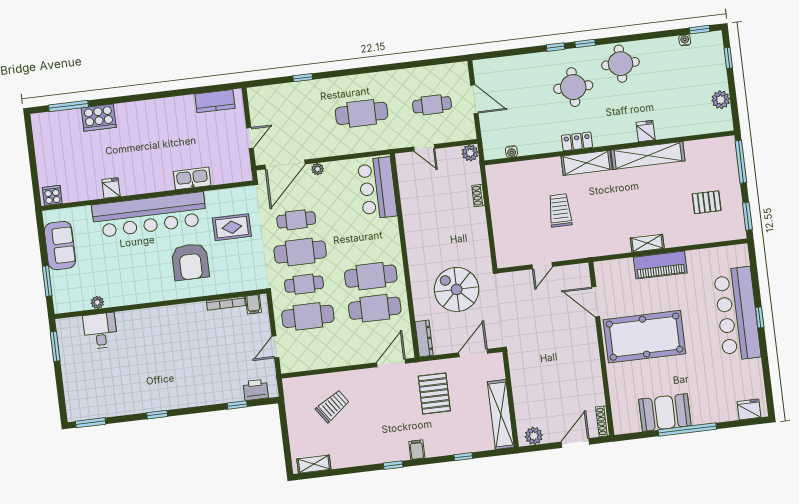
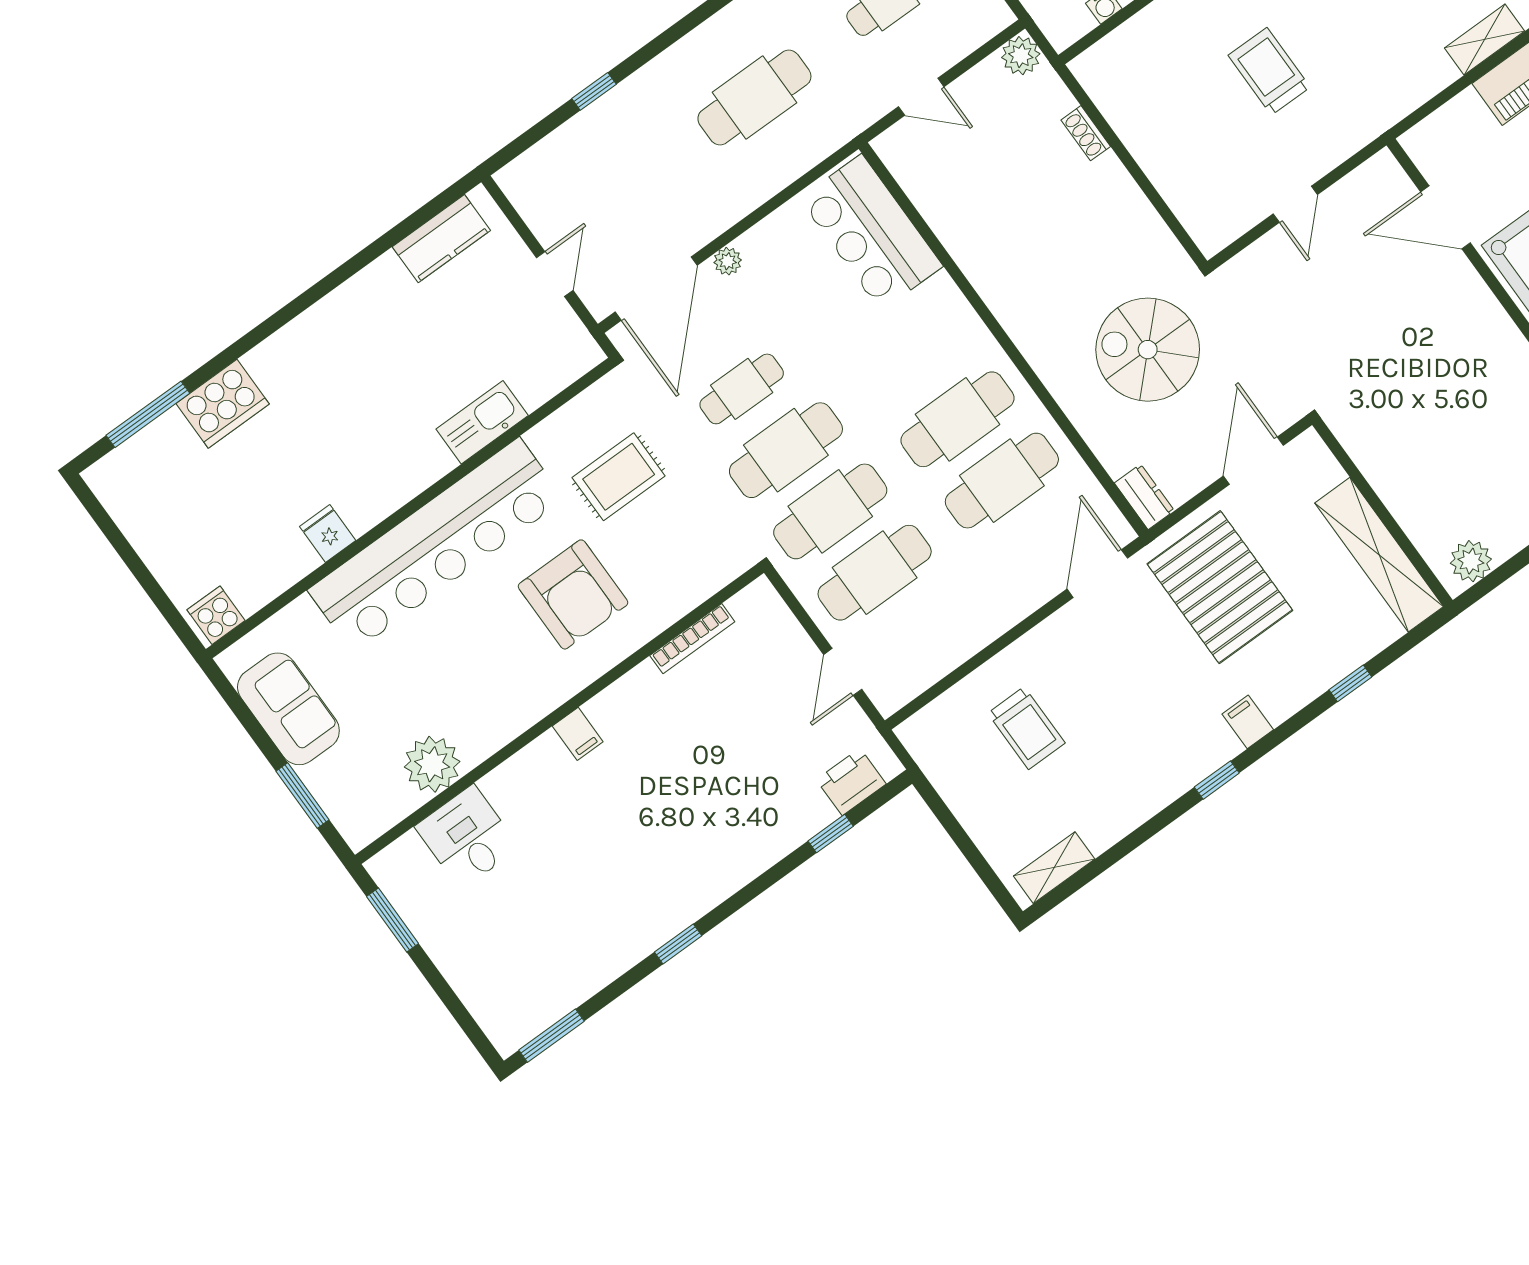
cafe table: (304, 284) -> (830, 511), width x1.37, depth x1.35
plant: (97, 302) -> (432, 764), width x1.88, depth x1.88
filing cabinet: (253, 304) -> (578, 734), moved
dresser: (424, 339) -> (1144, 497), width x0.70
pallet: (434, 393) -> (1220, 587), width x1.37, depth x1.41
trolley: (332, 406) -> (1026, 728), turned 125

